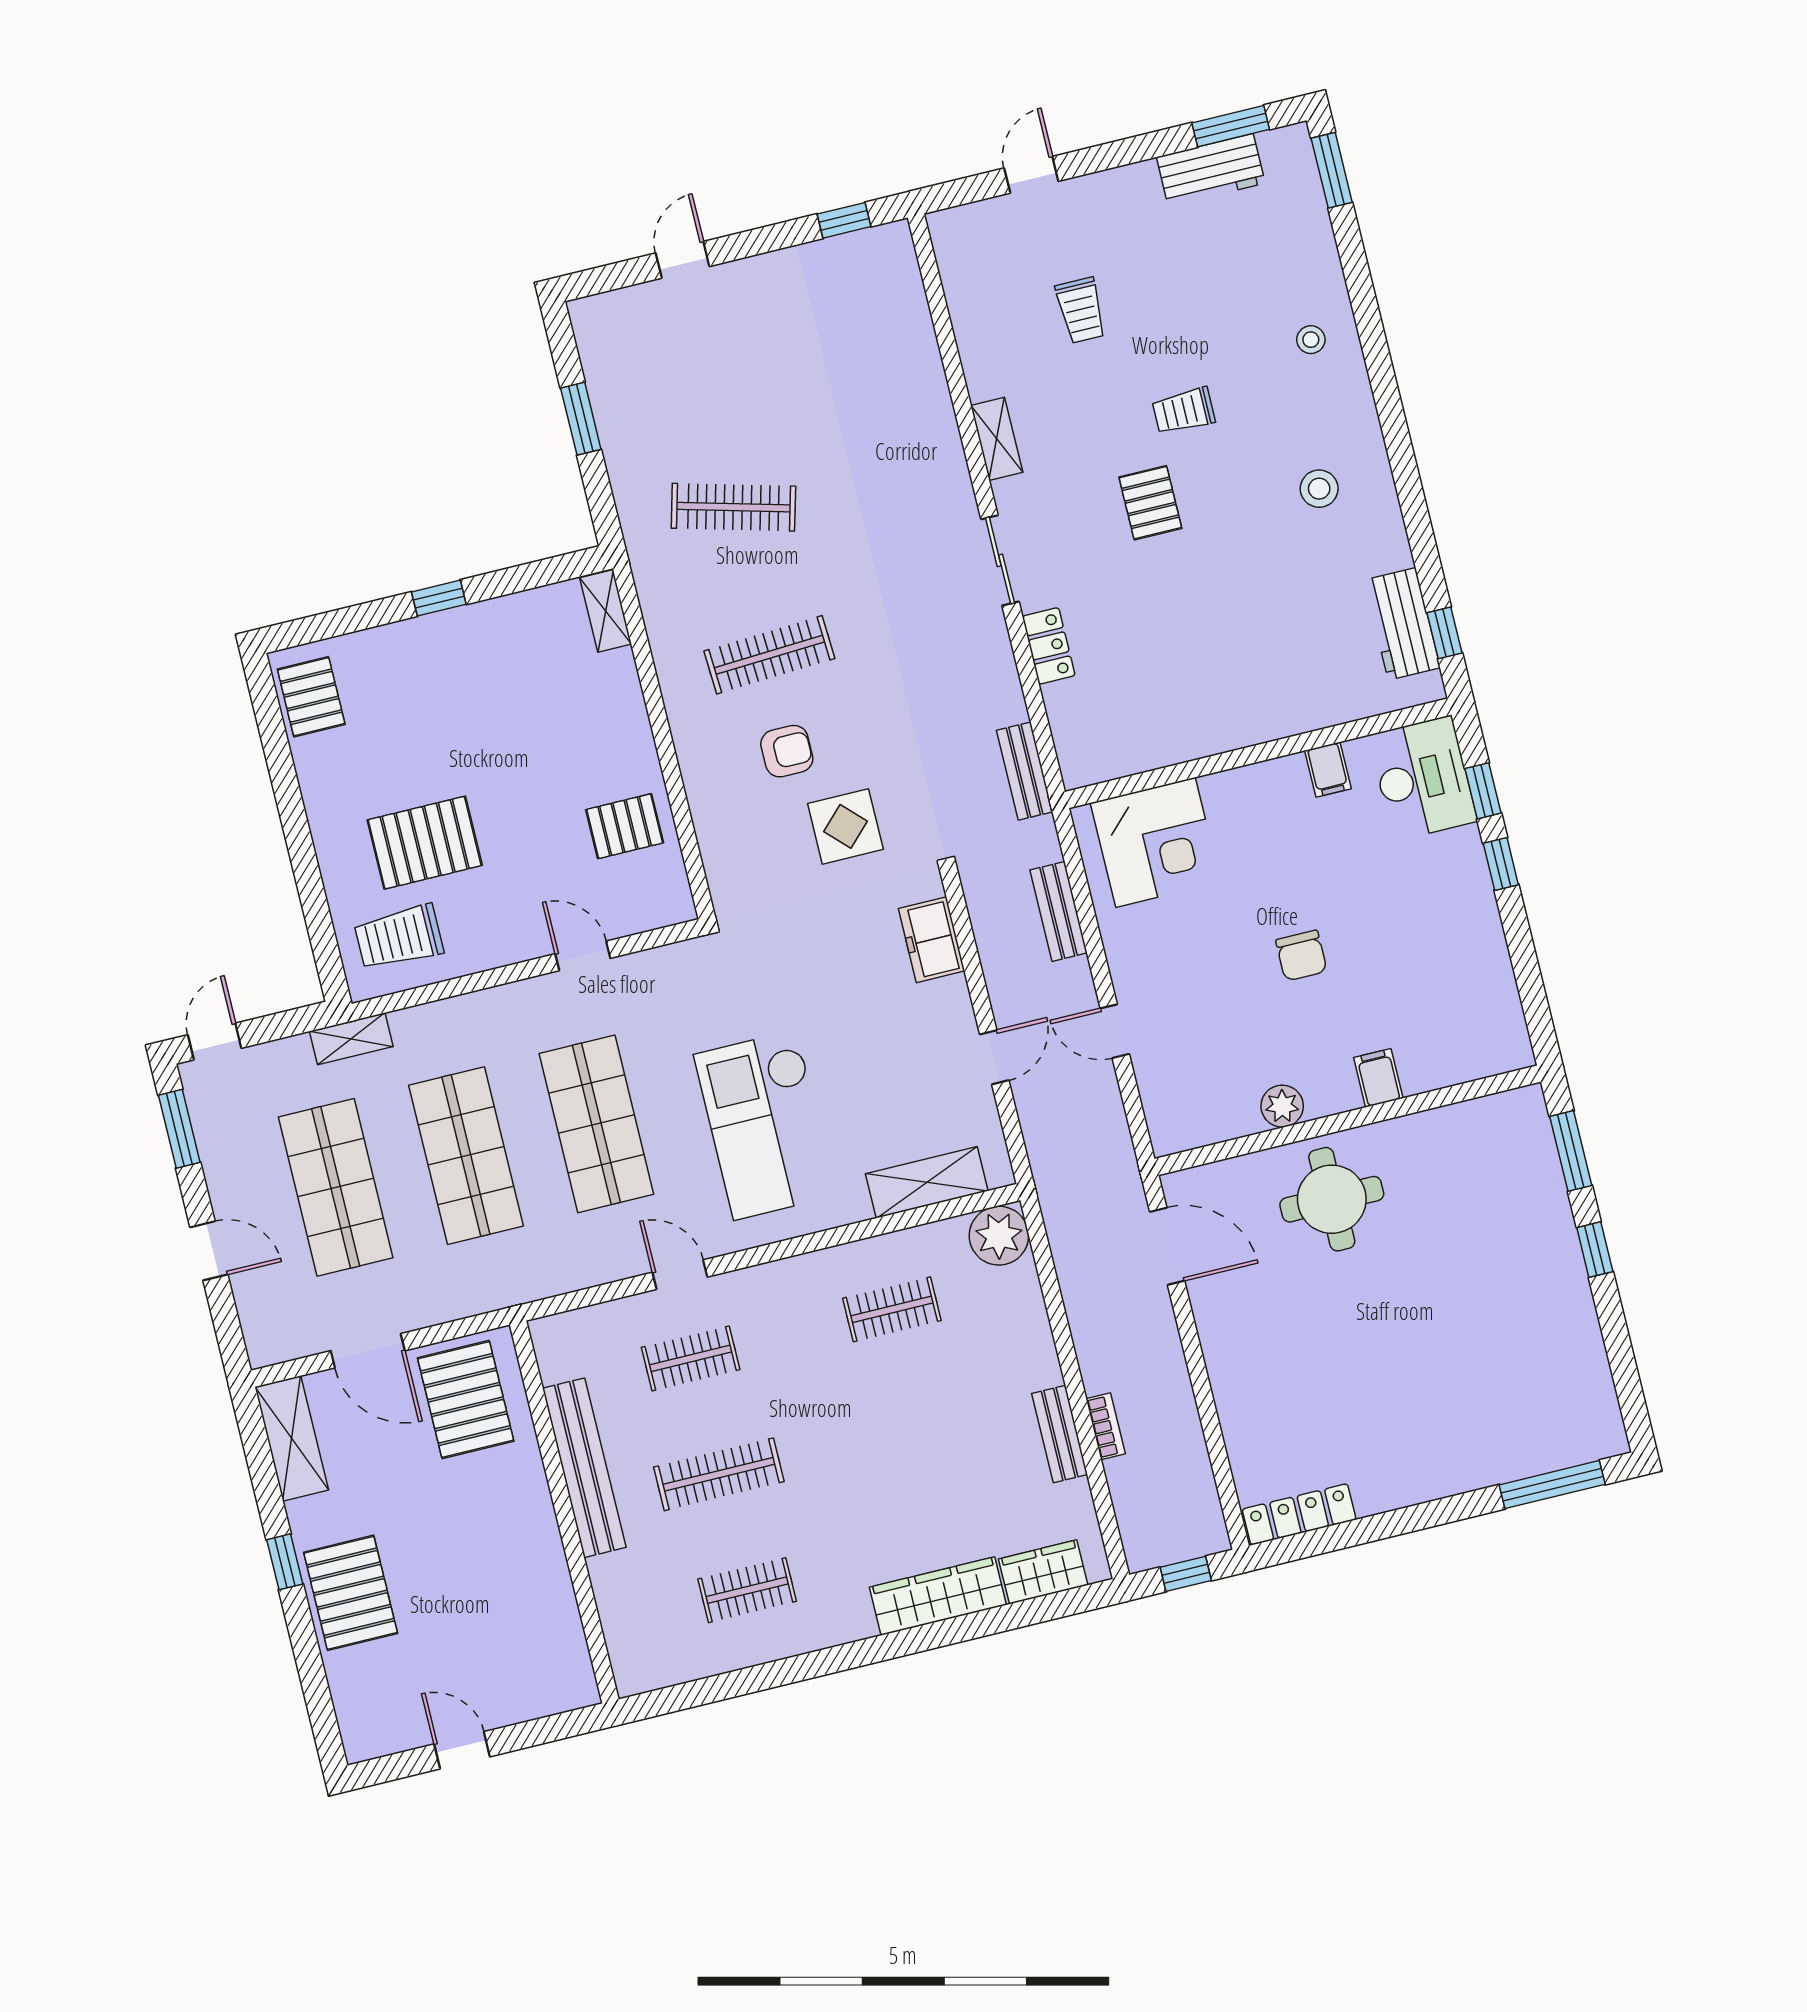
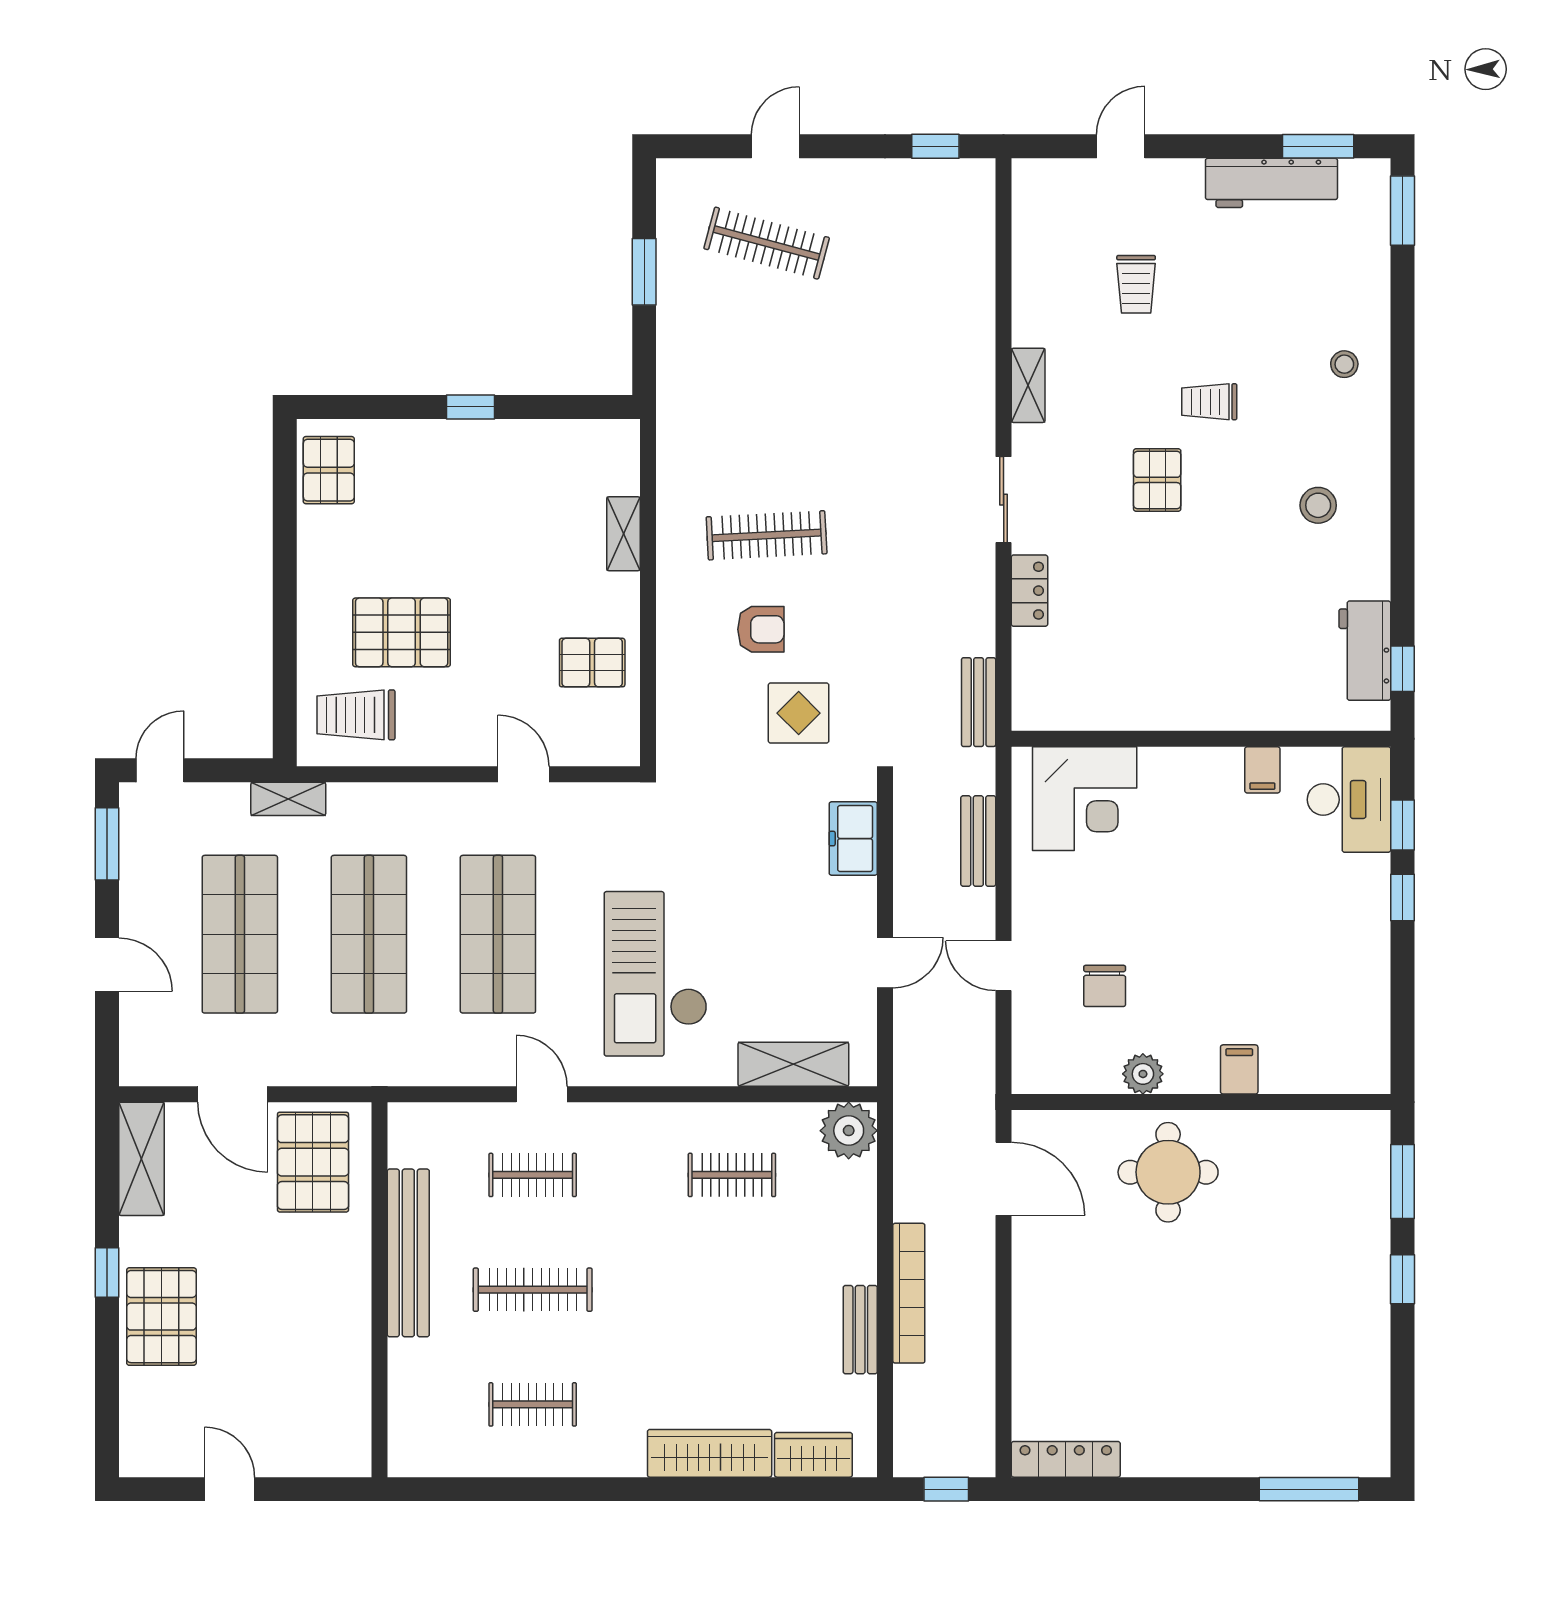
workbench: (1211, 170) -> (1271, 183), width x1.38
clothes rail: (733, 507) -> (767, 243), moved
shelving: (606, 611) -> (623, 534), moved
chair: (1301, 956) -> (1105, 986), moved
bookcase: (1106, 1426) -> (909, 1293), width x2.31, depth x1.31

